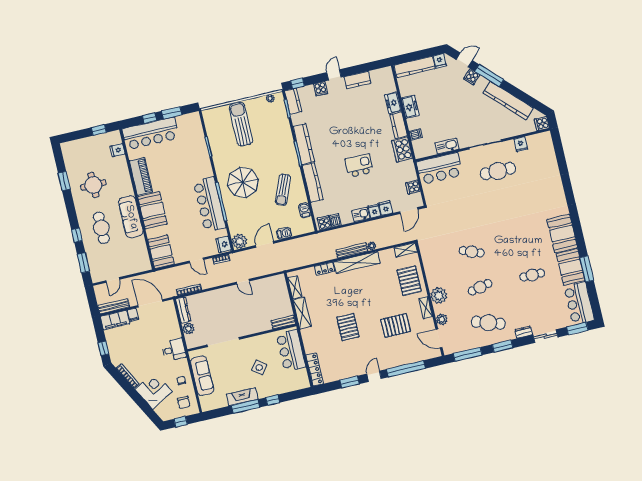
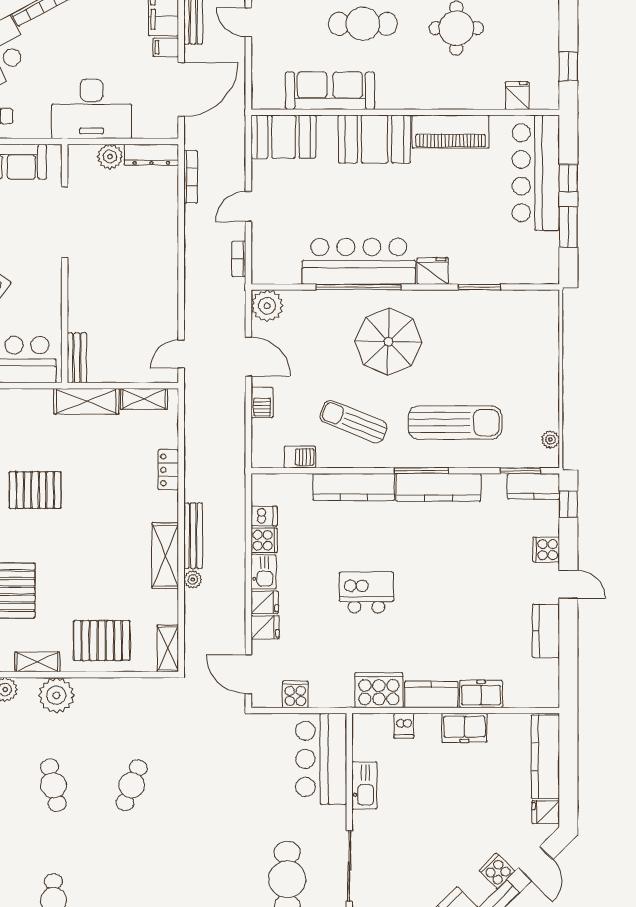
sun lounger: (241, 124) -> (455, 423), moved
kitchen island: (359, 166) -> (366, 592), turned -90
sofa: (131, 217) -> (330, 91), moved
cooker: (324, 223) -> (264, 540), moved
fridge: (224, 244) -> (433, 271), moved
shelving: (357, 263) -> (165, 556), width x0.68
door: (243, 282) -> (181, 354), moved
desk: (174, 350) -> (92, 109), width x1.87, depth x1.30

